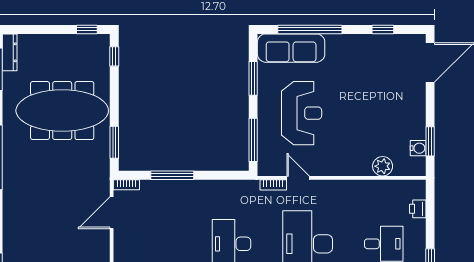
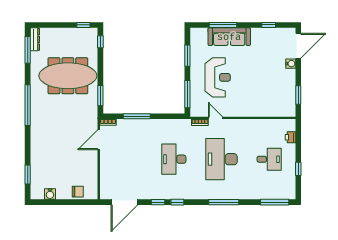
window: (310, 29) -> (223, 25), width x0.68
sofa: (291, 48) -> (229, 37), moved
water cooler: (418, 148) -> (291, 64), moved
plant: (383, 166) -> (268, 111), removed

